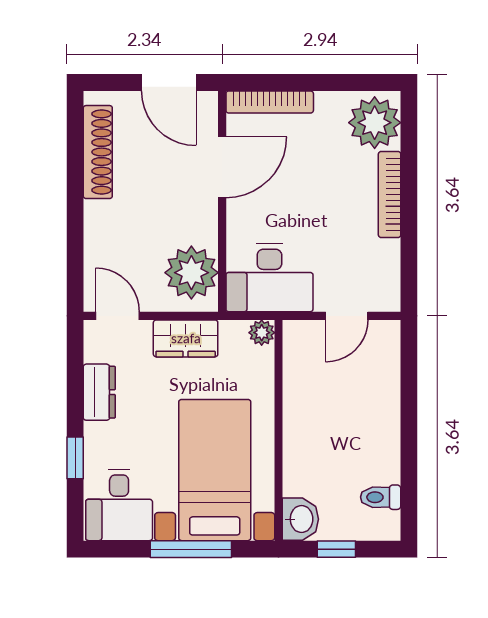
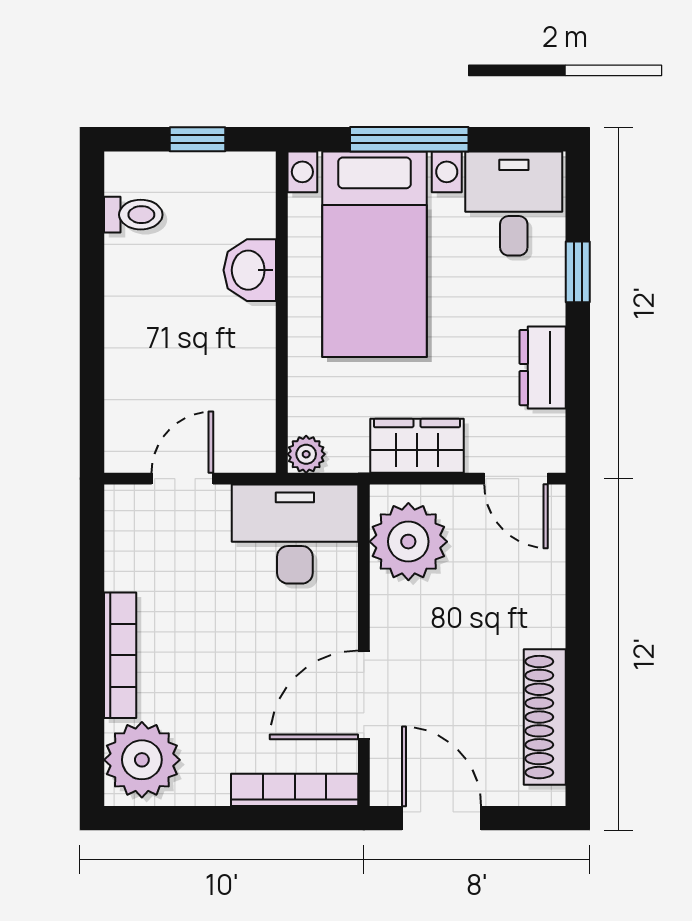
washbasin: (300, 519) -> (250, 270), moved

